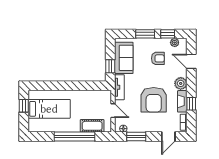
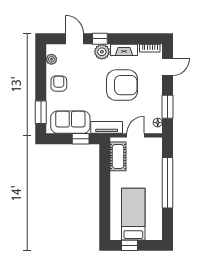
window: (145, 34) -> (41, 112), moved
window: (168, 34) -> (41, 68), removed
armchair: (158, 58) -> (59, 84), moved
door: (191, 61) -> (75, 39), swing flipped
window: (191, 104) -> (100, 39), moved
cot: (92, 126) -> (118, 156), moved
door: (168, 137) -> (167, 67), hinge flipped

